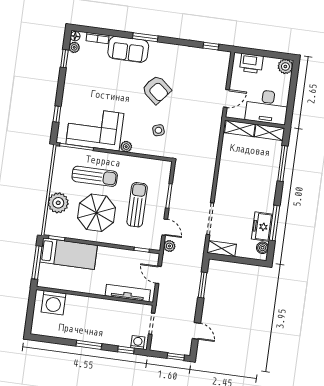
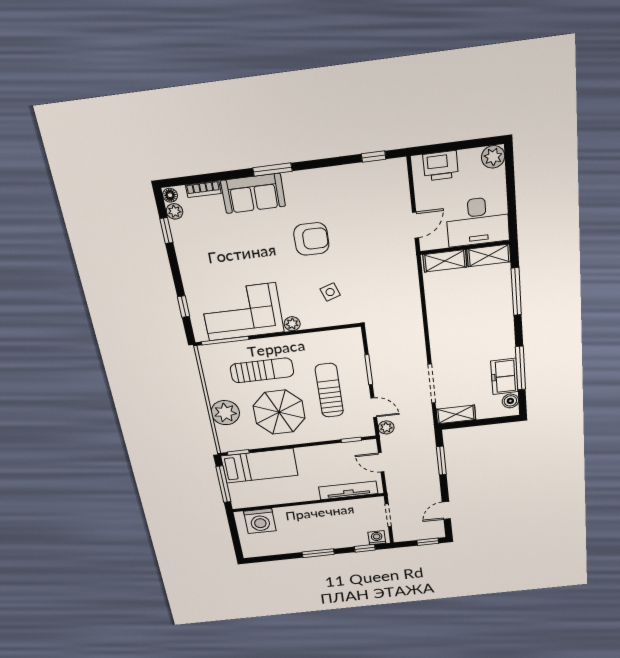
armchair: (157, 90) -> (311, 239), turned -40
door: (196, 331) -> (446, 510), swing flipped

